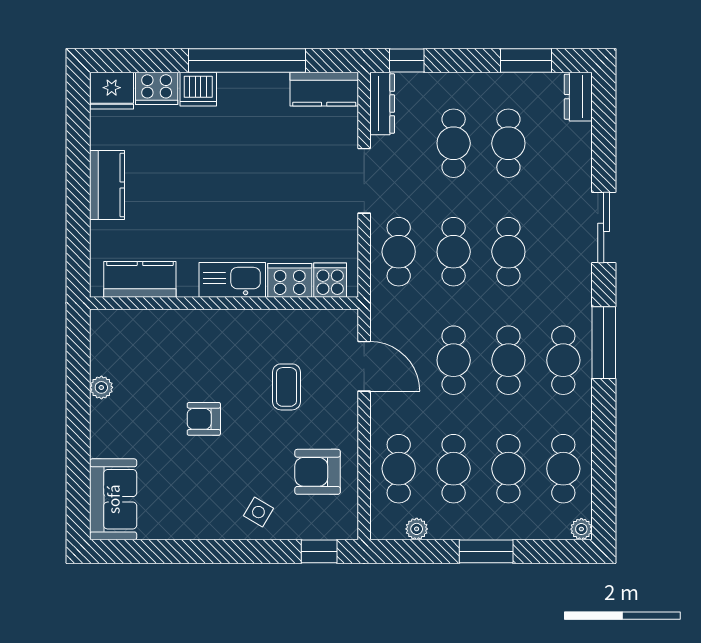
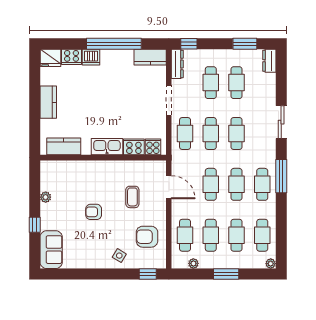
window: (78, 446) -> (35, 225), added

